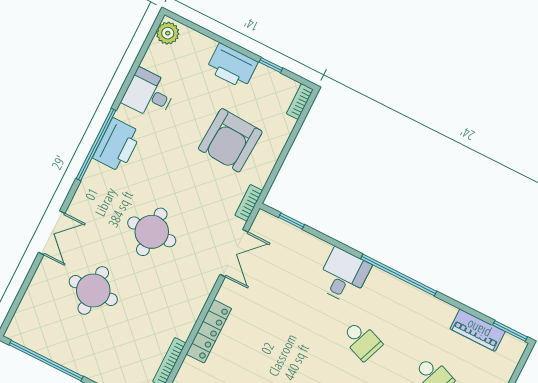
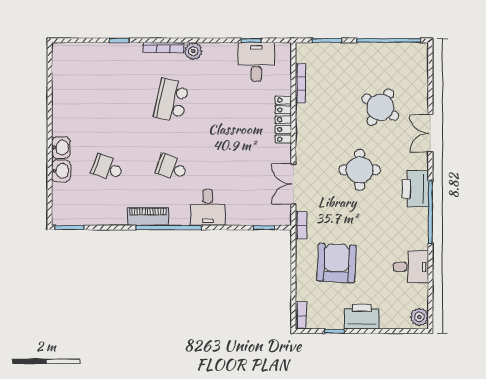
printer: (117, 145) -> (415, 189), moved
round table: (93, 290) -> (380, 107), turned 32
piano: (478, 330) -> (148, 216), moved

